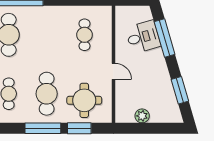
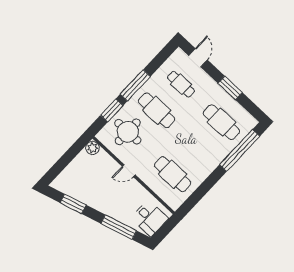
cafe table: (84, 35) -> (173, 174), width x1.37, depth x1.35
desk: (143, 37) -> (150, 218), moved, turned -74
plant: (142, 116) -> (93, 148), moved

